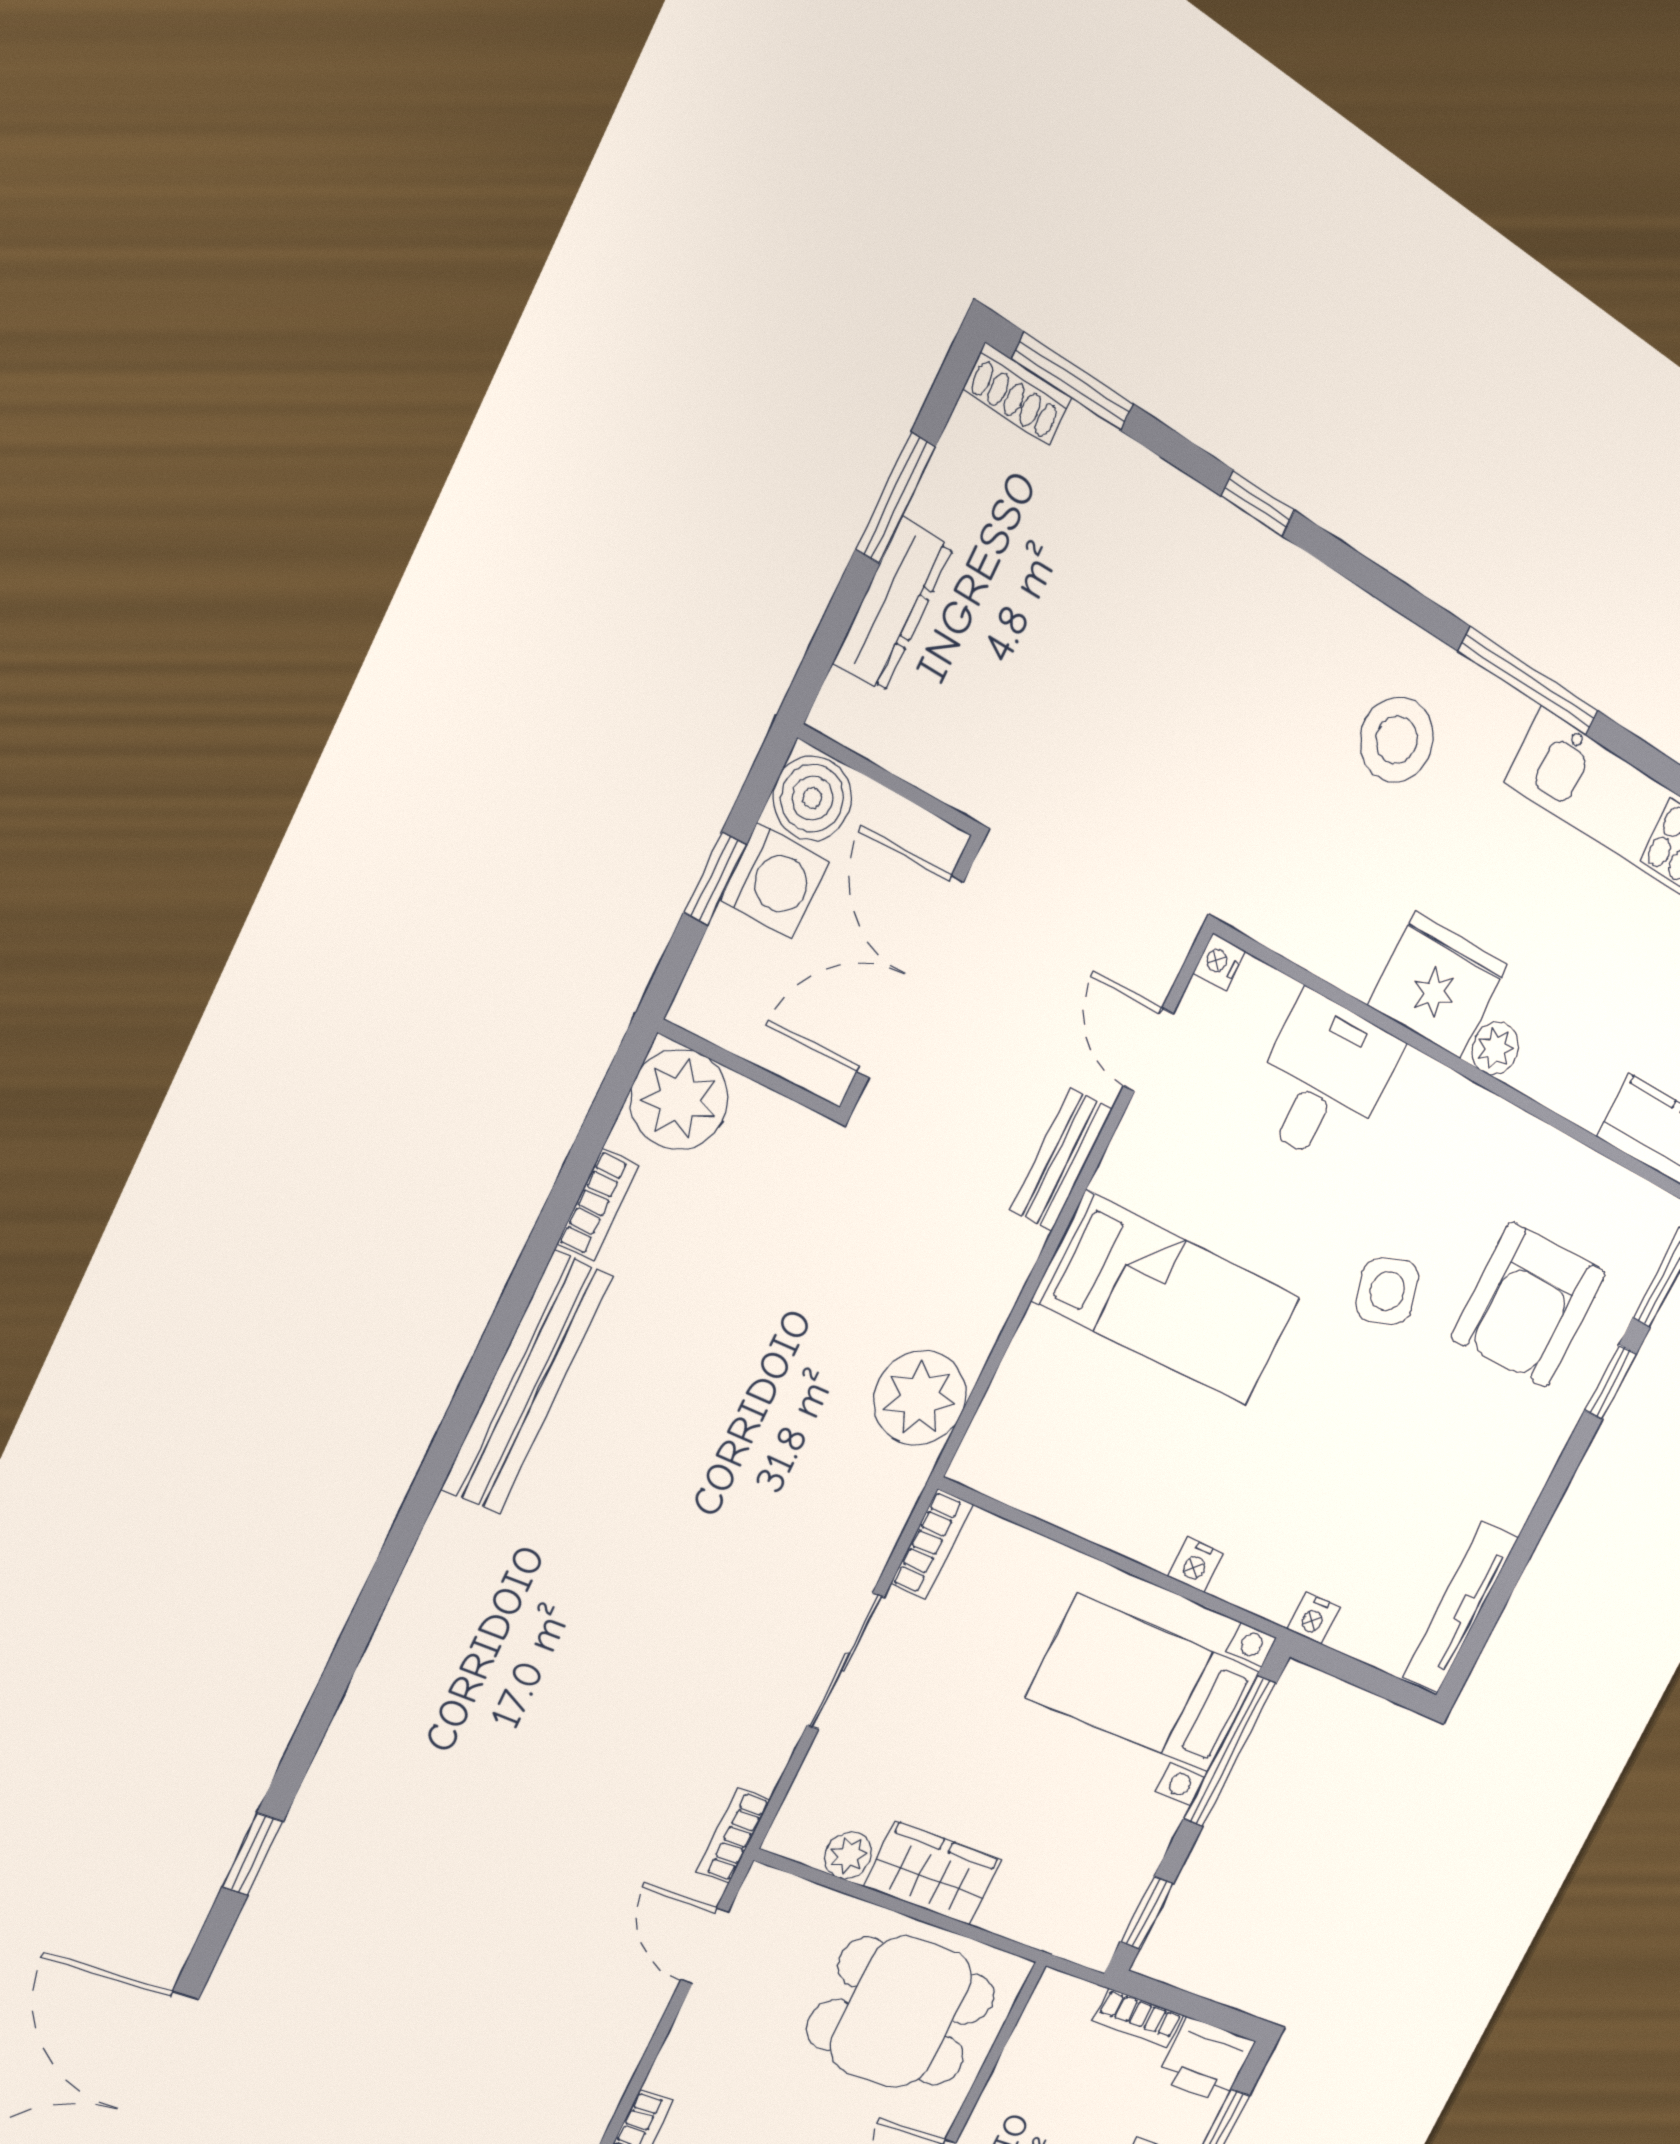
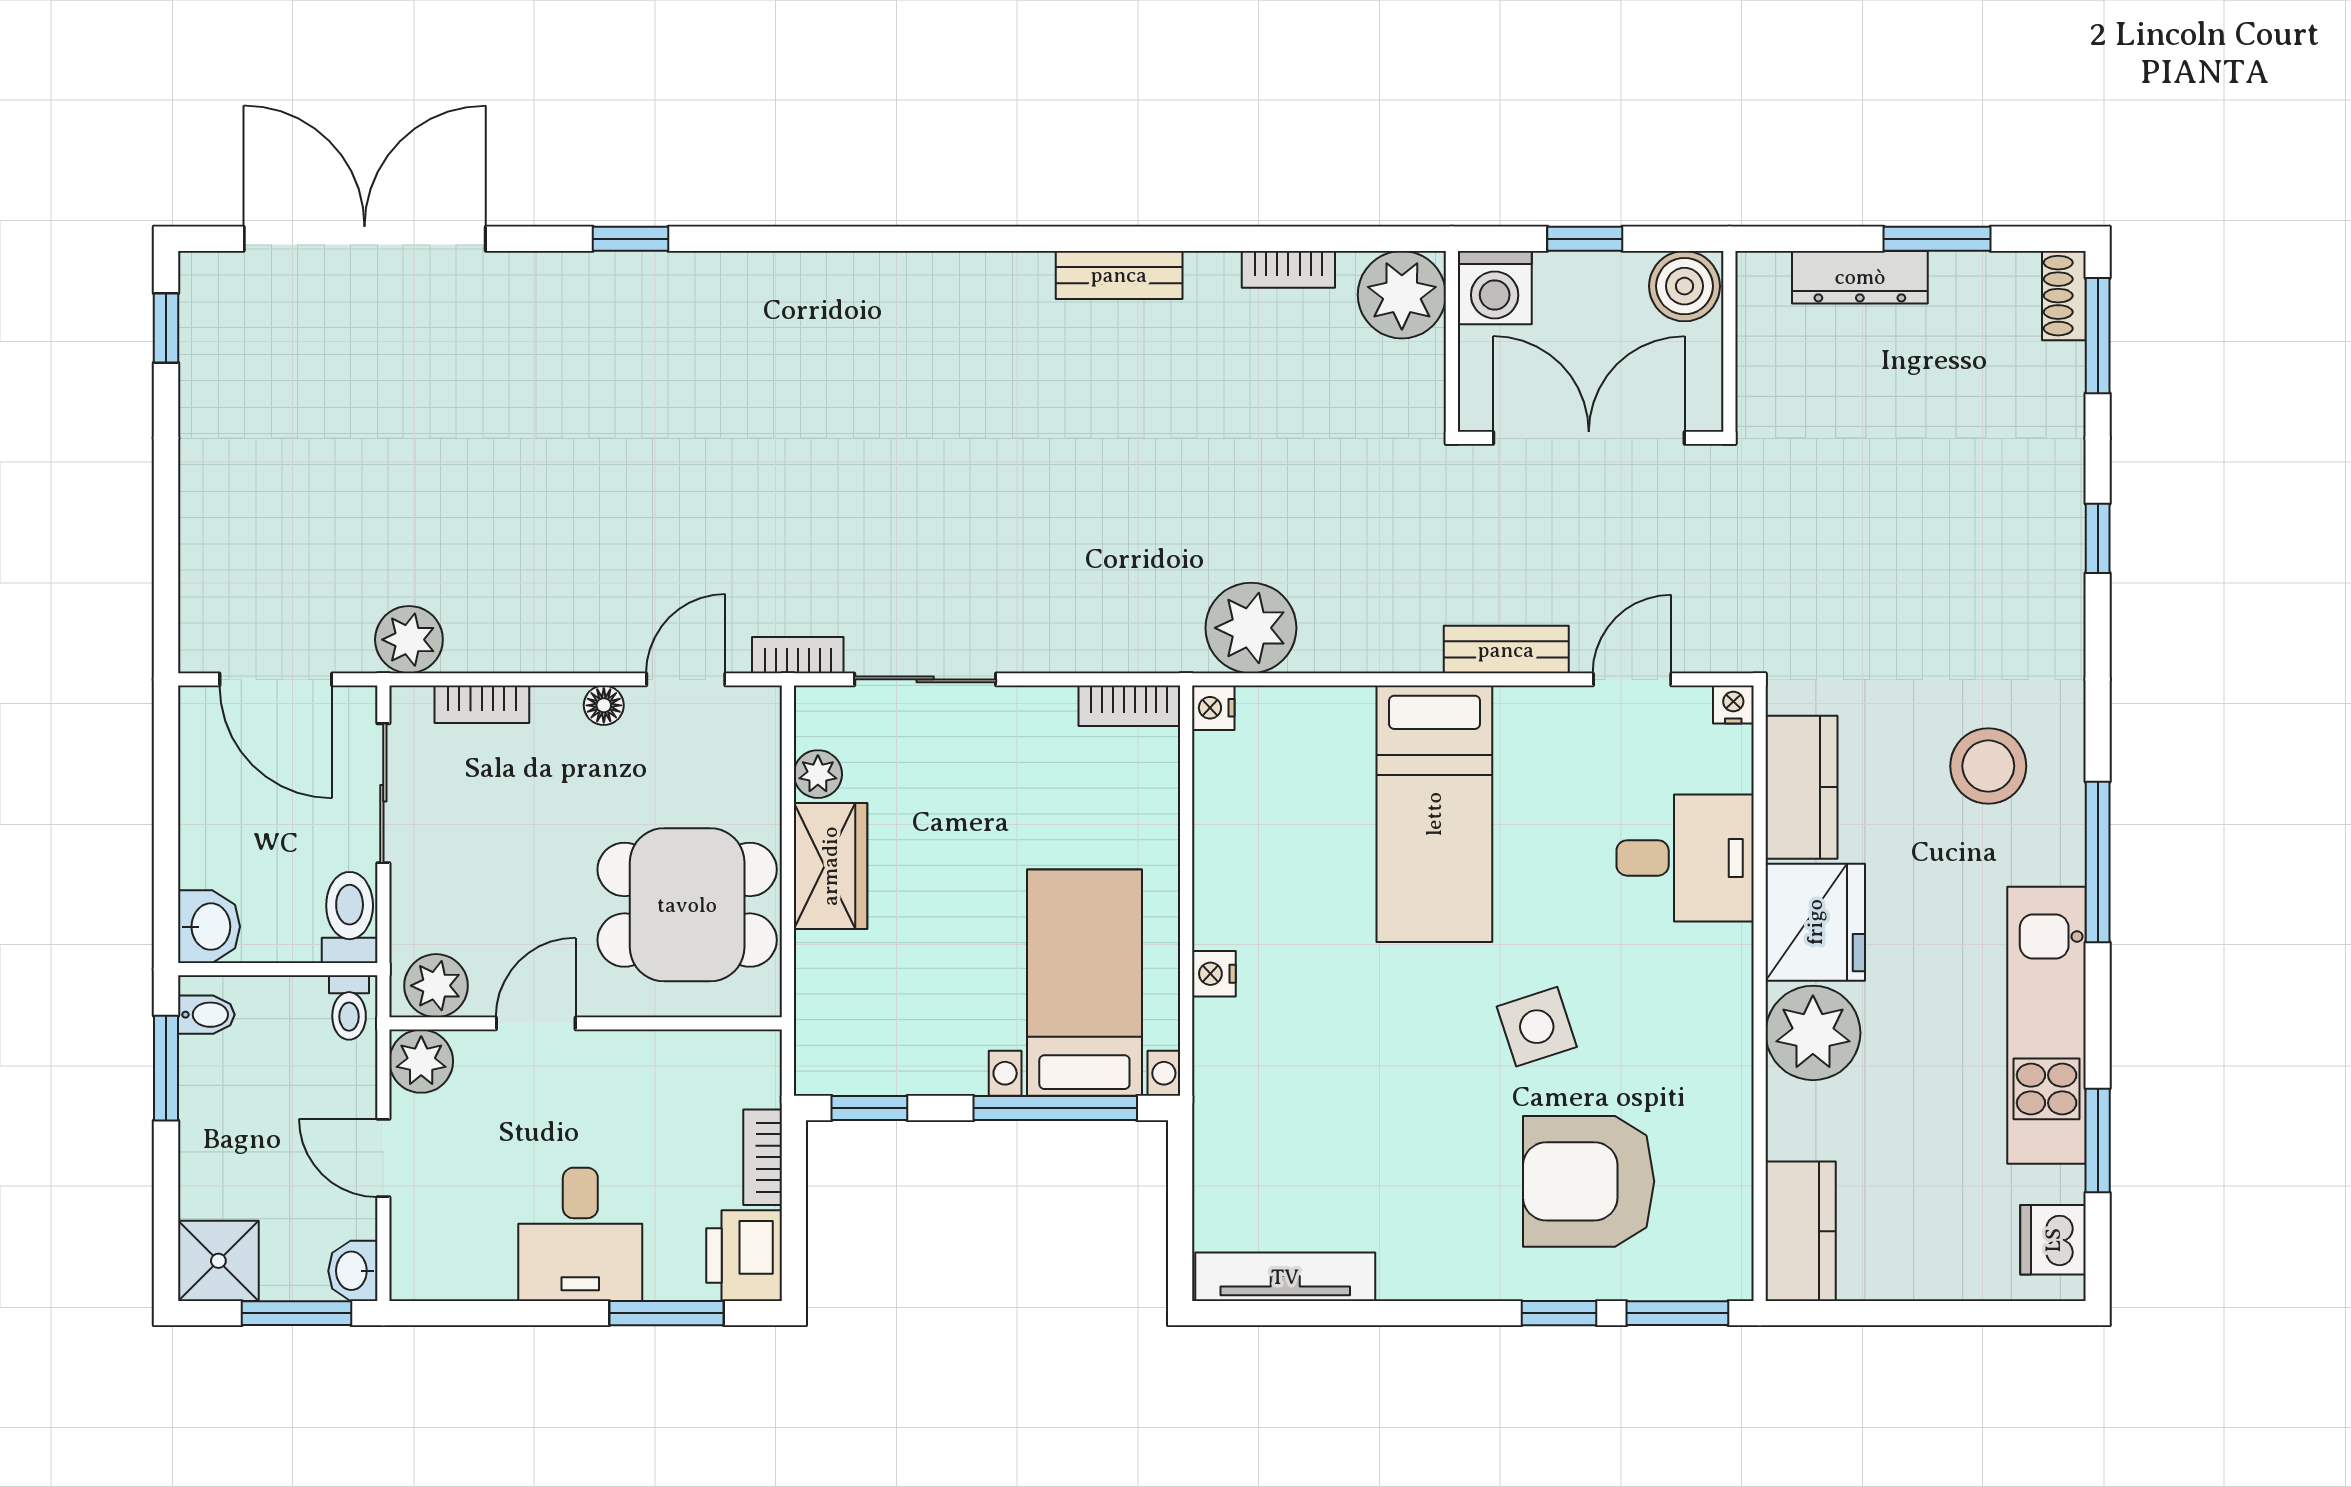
washing machine: (775, 881) -> (1495, 288), moved
kitchen counter: (1322, 935) -> (1801, 787), added
plant: (1495, 1048) -> (1813, 1033), width x1.87, depth x1.87
bench: (527, 1383) -> (1119, 275), width x0.54, depth x0.82
nightstand: (1313, 1618) -> (1213, 708), moved
sliding door: (845, 1662) -> (925, 679), moved
dining table: (901, 2012) -> (687, 905), turned 90
floor lamp: (691, 2028) -> (604, 705), added

